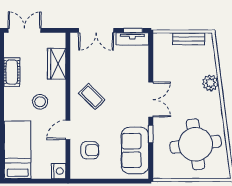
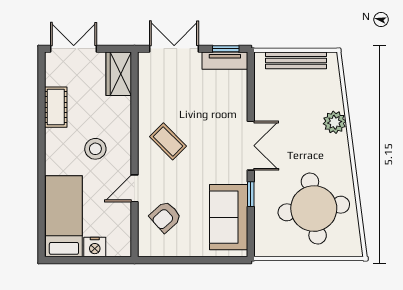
double door: (96, 30) -> (174, 49), swing flipped
bench: (189, 39) -> (296, 60), width x1.36
wardrobe: (57, 64) -> (119, 74), moved
armchair: (90, 150) -> (165, 217), turned 138
nightstand: (59, 171) -> (95, 247), moved, turned 90

